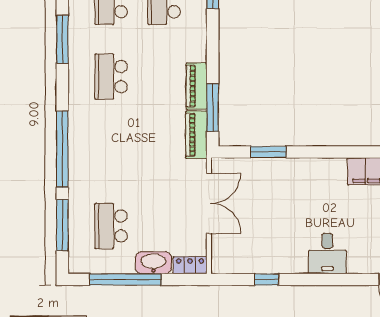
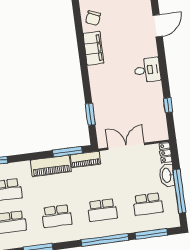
piano: (197, 86) -> (51, 166), width x1.37, depth x1.33
school desk: (111, 151) -> (102, 210), added

